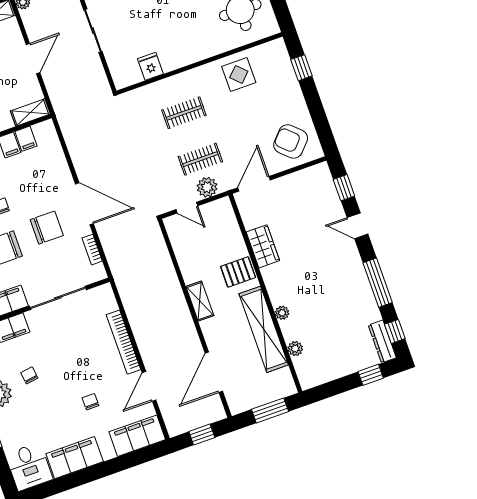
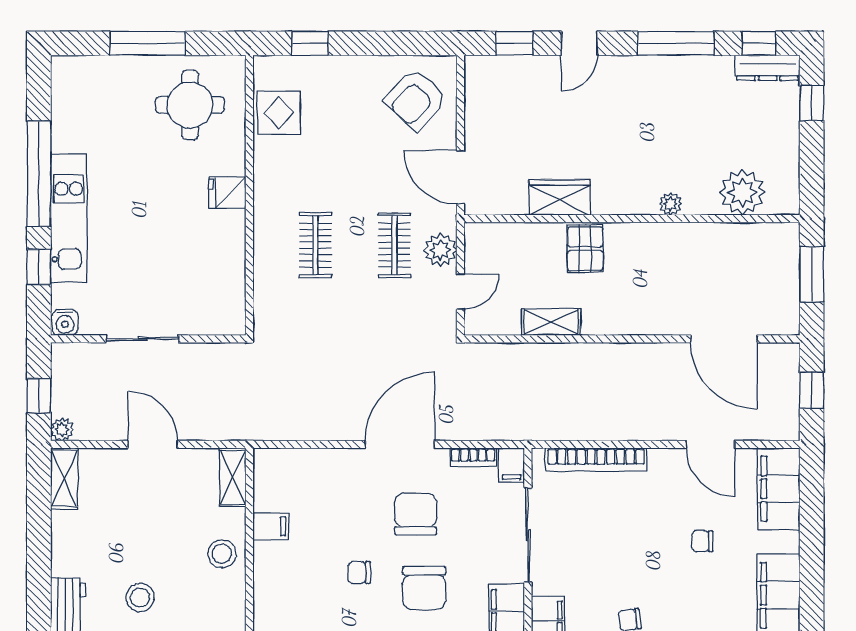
fridge: (150, 66) -> (227, 193), moved
display table: (239, 74) -> (279, 113), moved
filing cabinet: (26, 139) -> (512, 465), moved, turned 90
shelving: (200, 301) -> (551, 322), moved
shelving: (264, 329) -> (686, 240), removed
bookcase: (123, 342) -> (596, 459), moved
plant: (295, 349) -> (742, 192), width x1.87, depth x1.87

